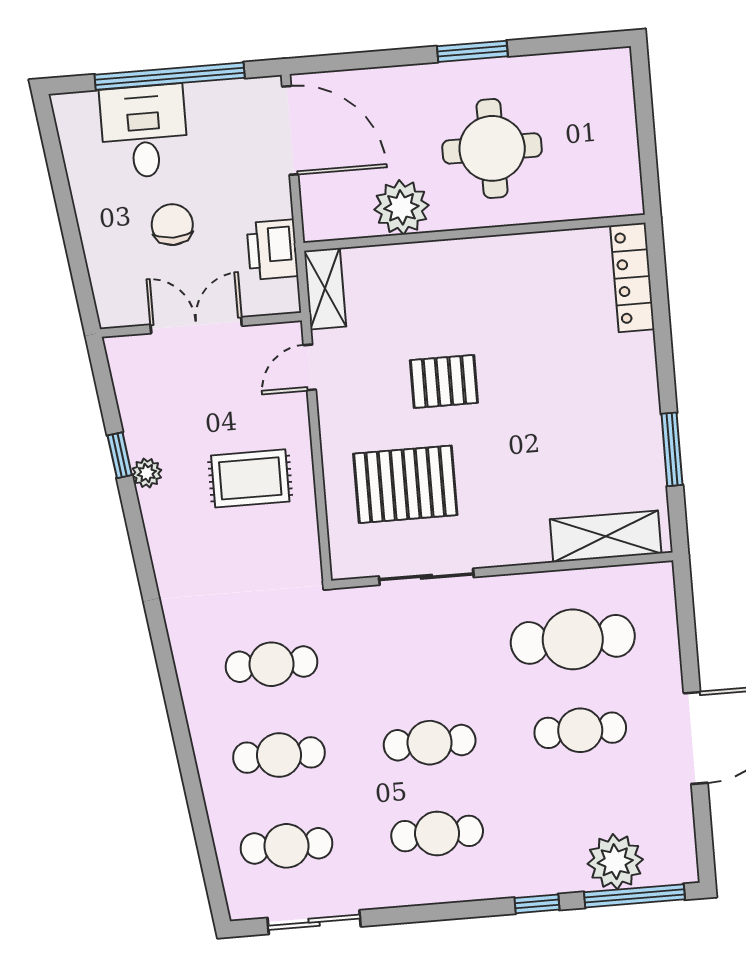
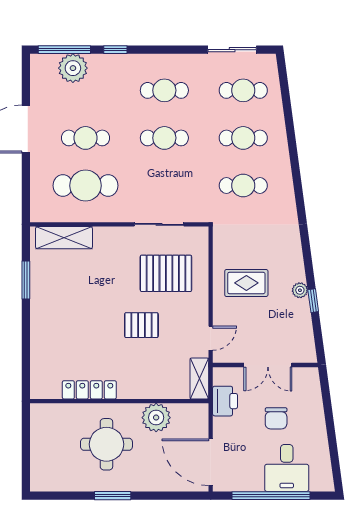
locker: (632, 277) -> (89, 390), moved, turned -90

